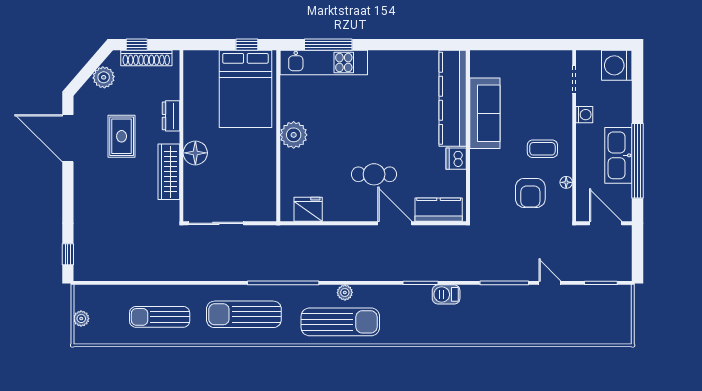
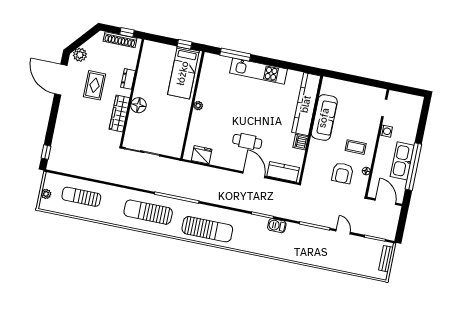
window: (137, 45) -> (127, 32), moved
kitchen unit: (324, 63) -> (259, 71), moved
washing machine: (617, 65) -> (413, 104), removed
plant: (104, 77) -> (80, 55), moved
bed: (245, 89) -> (183, 73), width x0.67
plant: (294, 135) -> (198, 106), width x0.53, depth x0.53
plant: (345, 292) -> (214, 211), removed
bench: (624, 311) -> (386, 259), added
sun lounger: (160, 317) -> (81, 197), moved

